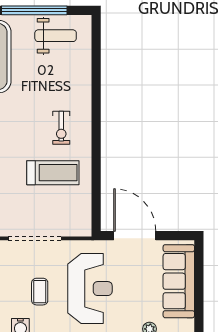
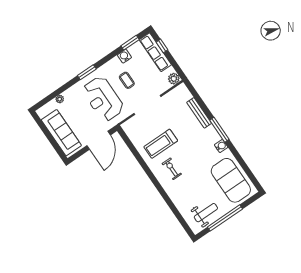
weight bench: (56, 36) -> (206, 213), turned 180
door: (135, 236) -> (99, 140), hinge flipped

